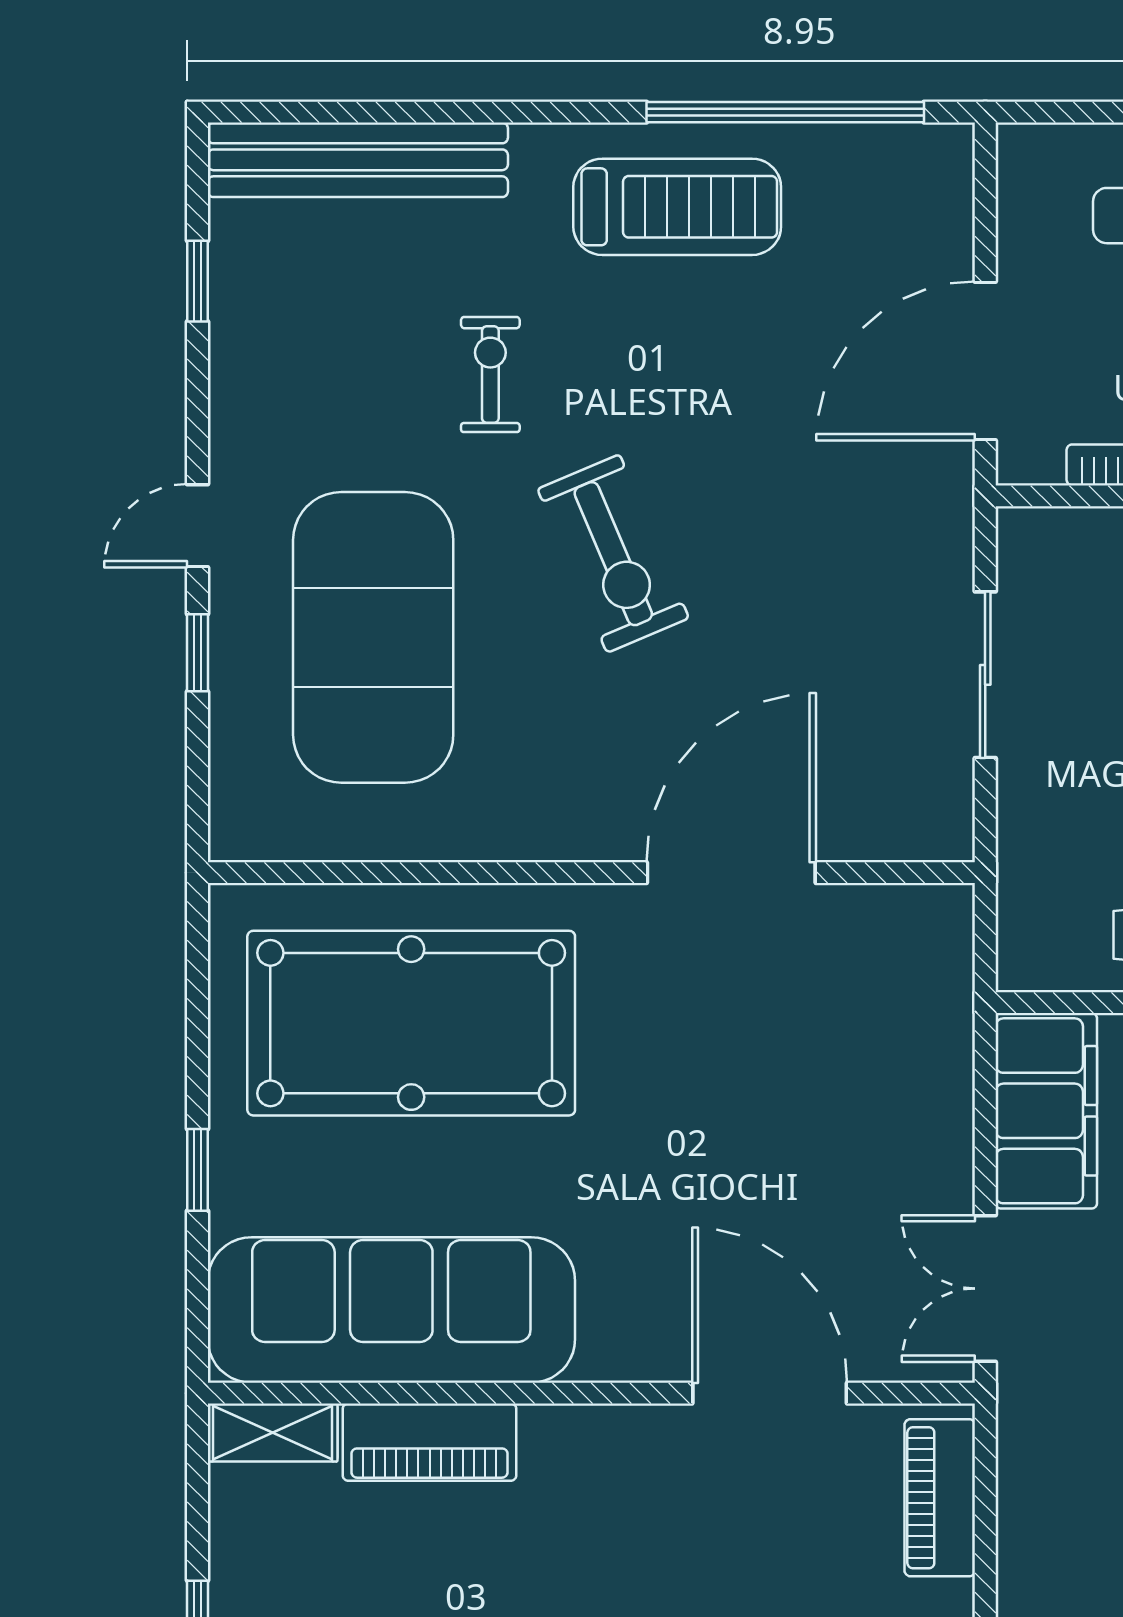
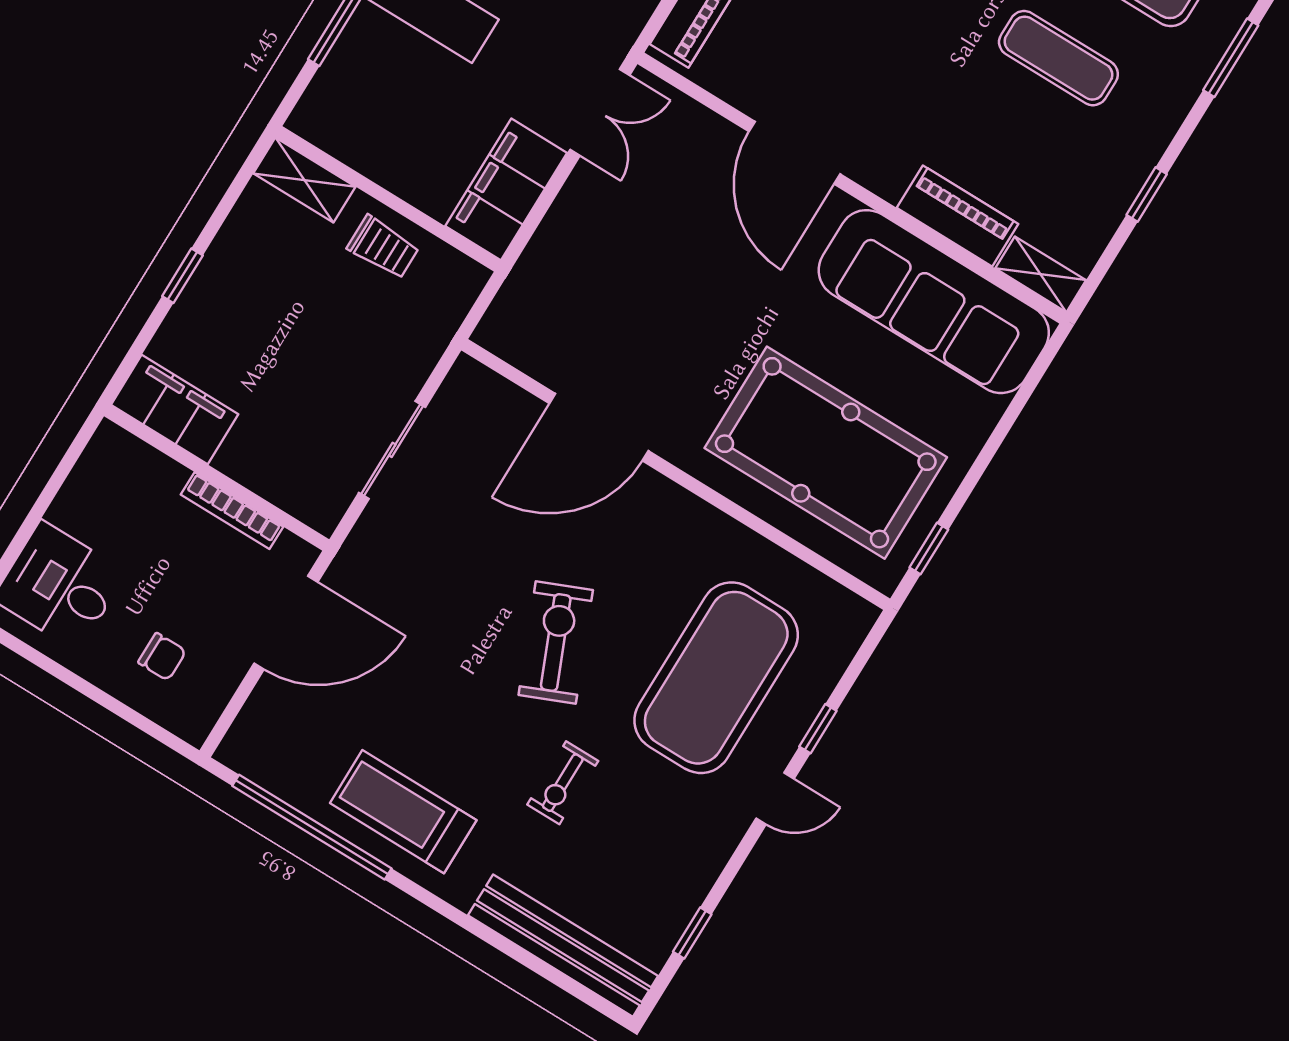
window: (198, 1170) -> (929, 549), moved
door: (770, 1393) -> (795, 153), moved

